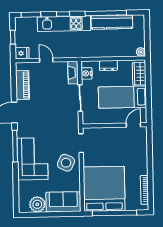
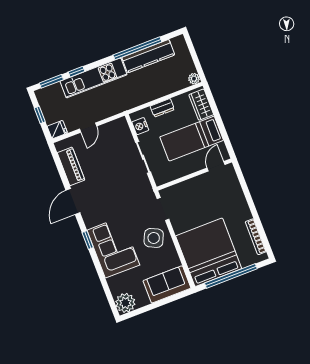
window: (63, 14) -> (77, 72), moved
door: (46, 60) -> (88, 128), swing flipped
fireplace: (73, 73) -> (124, 131), removed
window: (15, 146) -> (88, 240), width x0.46
plant: (37, 204) -> (125, 303), moved

